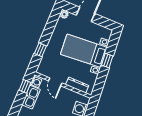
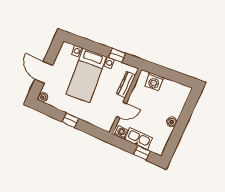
window: (40, 50) -> (70, 120), moved
window: (107, 61) -> (117, 55), moved
window: (25, 86) -> (142, 153), moved

